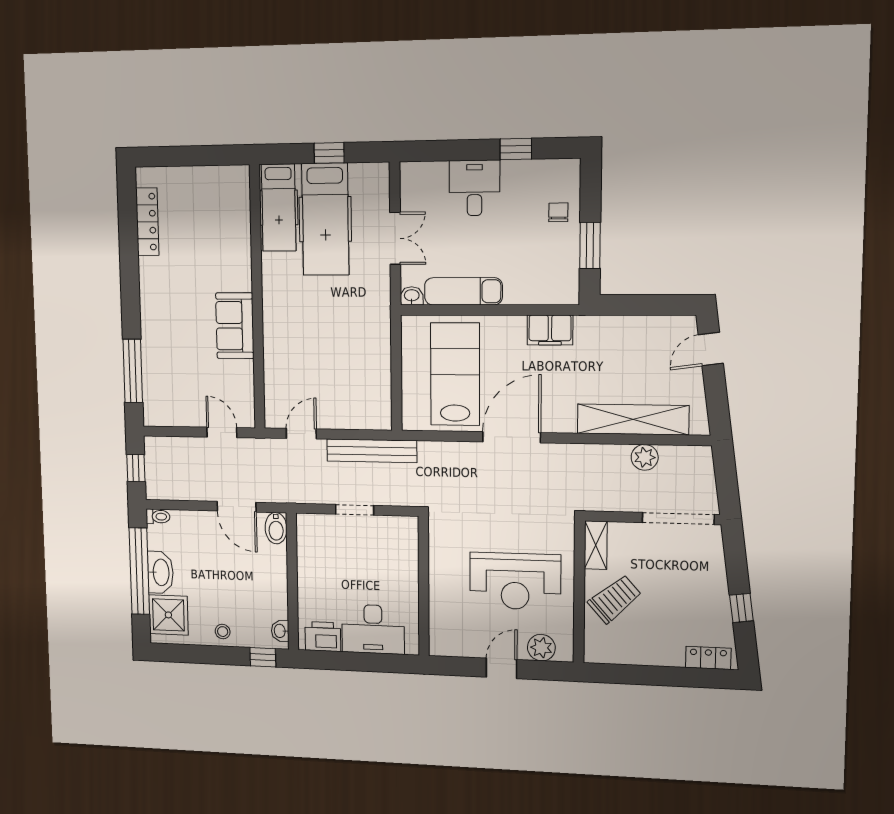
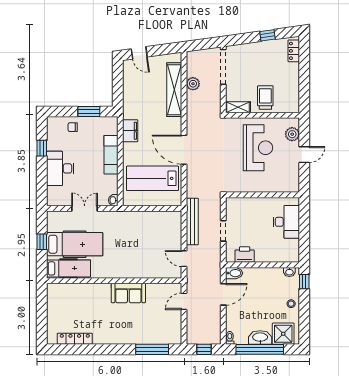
desk: (474, 188) -> (60, 168), width x1.37
exam couch: (463, 291) -> (111, 155), moved
trolley: (615, 599) -> (265, 97), turned 41
printer: (323, 637) -> (245, 255), moved, turned 90
door: (501, 668) -> (304, 155), swing flipped

